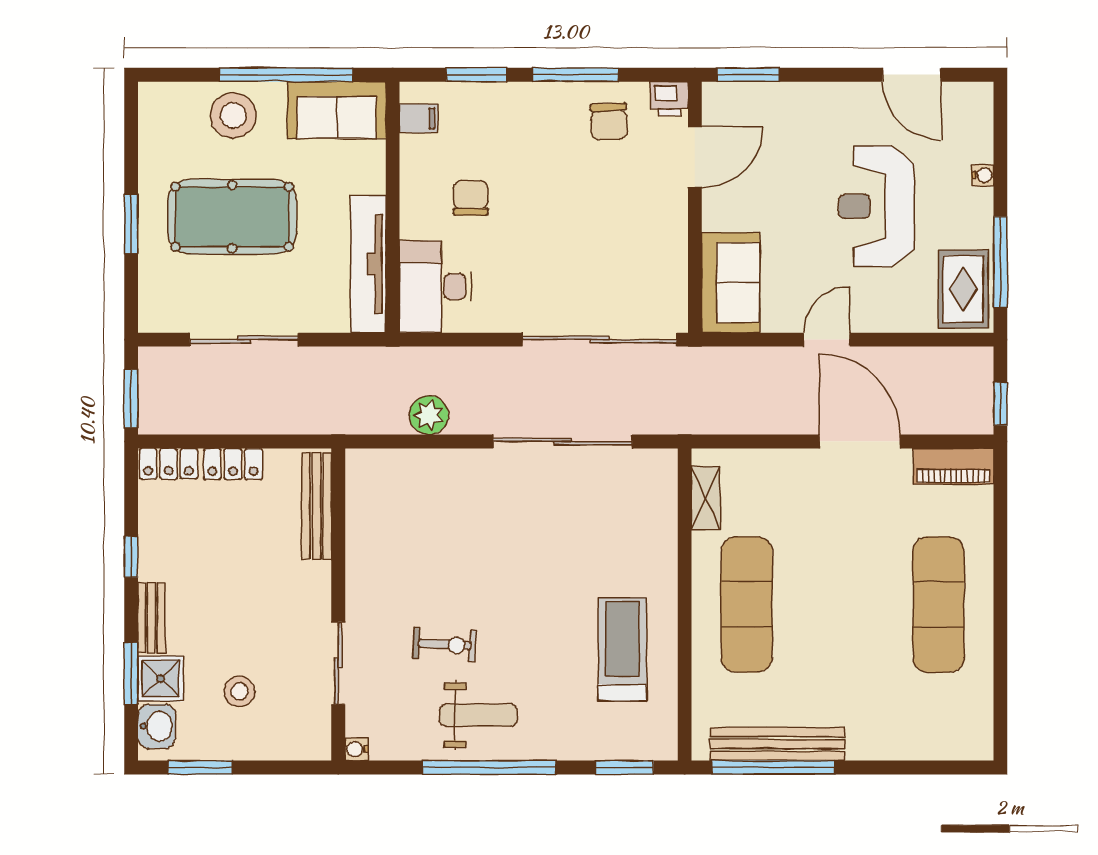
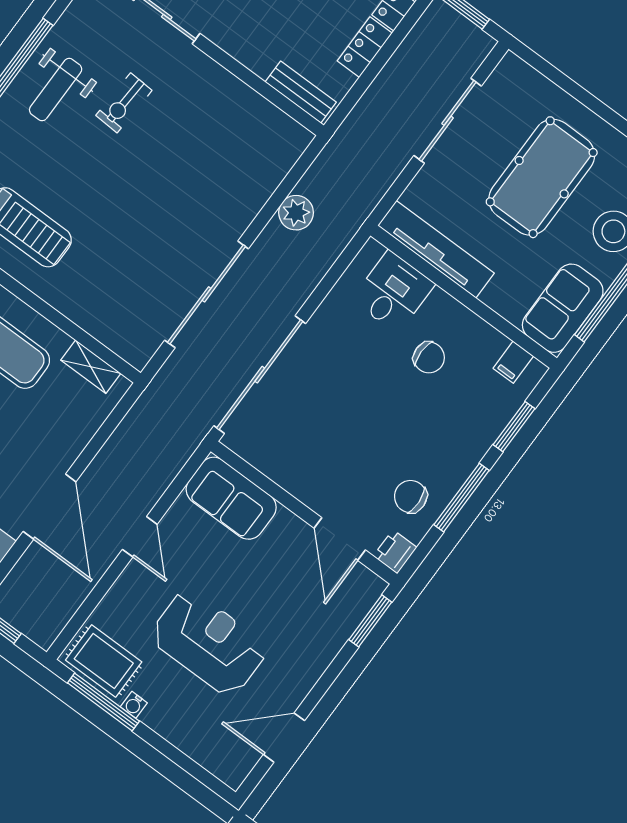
water cooler: (983, 175) -> (134, 705), moved
window: (131, 224) -> (590, 101), removed
desk: (435, 287) -> (393, 292), width x0.73
door: (860, 441) -> (50, 507), hinge flipped
bench: (317, 506) -> (301, 92), width x0.73

